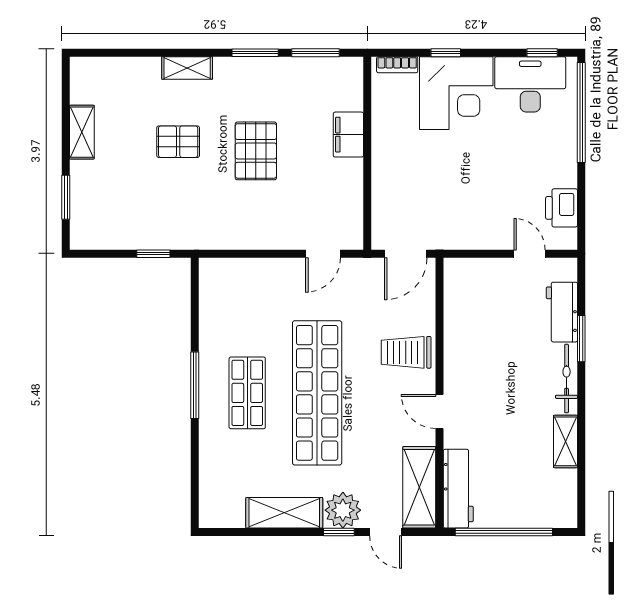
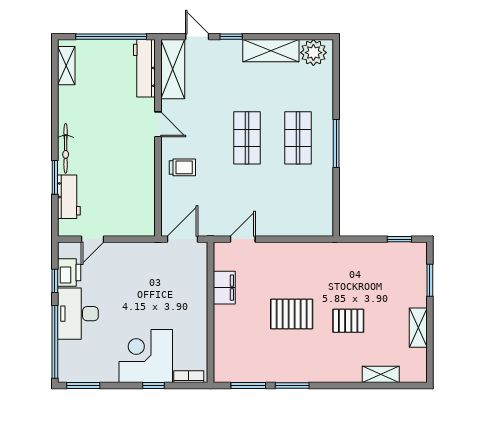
window: (542, 53) -> (83, 385), width x1.50
shelving: (187, 68) -> (381, 374), moved
desk: (530, 84) -> (78, 314), moved, turned 90
filing cabinet: (348, 135) -> (224, 288), moved
pallet: (256, 151) -> (292, 314), turned 90
window: (581, 196) -> (55, 281), added
window: (153, 254) -> (399, 239), moved
door: (530, 254) -> (92, 239), hinge flipped
trolley: (406, 352) -> (182, 167), width x0.73, depth x0.72
shop shelf: (317, 393) -> (247, 138), width x0.50, depth x0.74
shelving: (566, 441) -> (66, 66), moved
plant: (343, 510) -> (313, 53), moved

